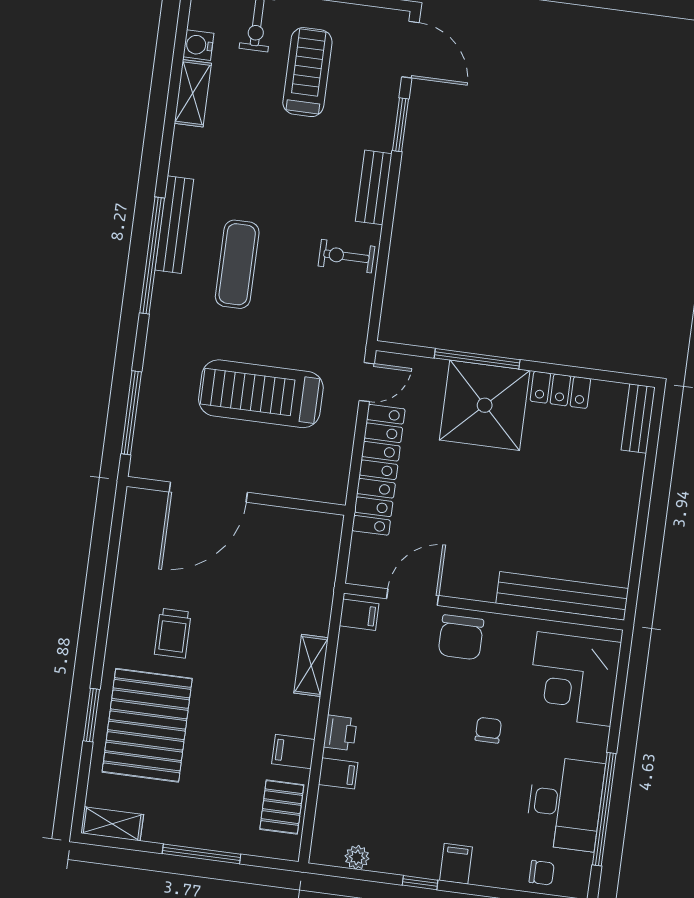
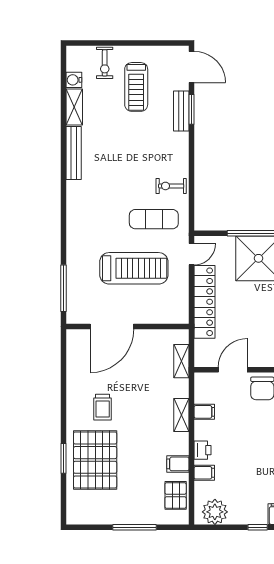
treadmill: (307, 72) -> (136, 87), turned 180
bench: (374, 187) -> (181, 111), moved
bench: (174, 225) -> (74, 153), moved
window: (152, 256) -> (64, 200), removed
exercise mat: (237, 264) -> (154, 219), moved, turned 90
treadmill: (261, 394) -> (134, 268), turned 180
filing cabinet: (359, 615) -> (204, 412), moved
shelving: (112, 824) -> (181, 361), moved, turned 90
plant: (357, 857) -> (215, 512), width x1.88, depth x1.88

